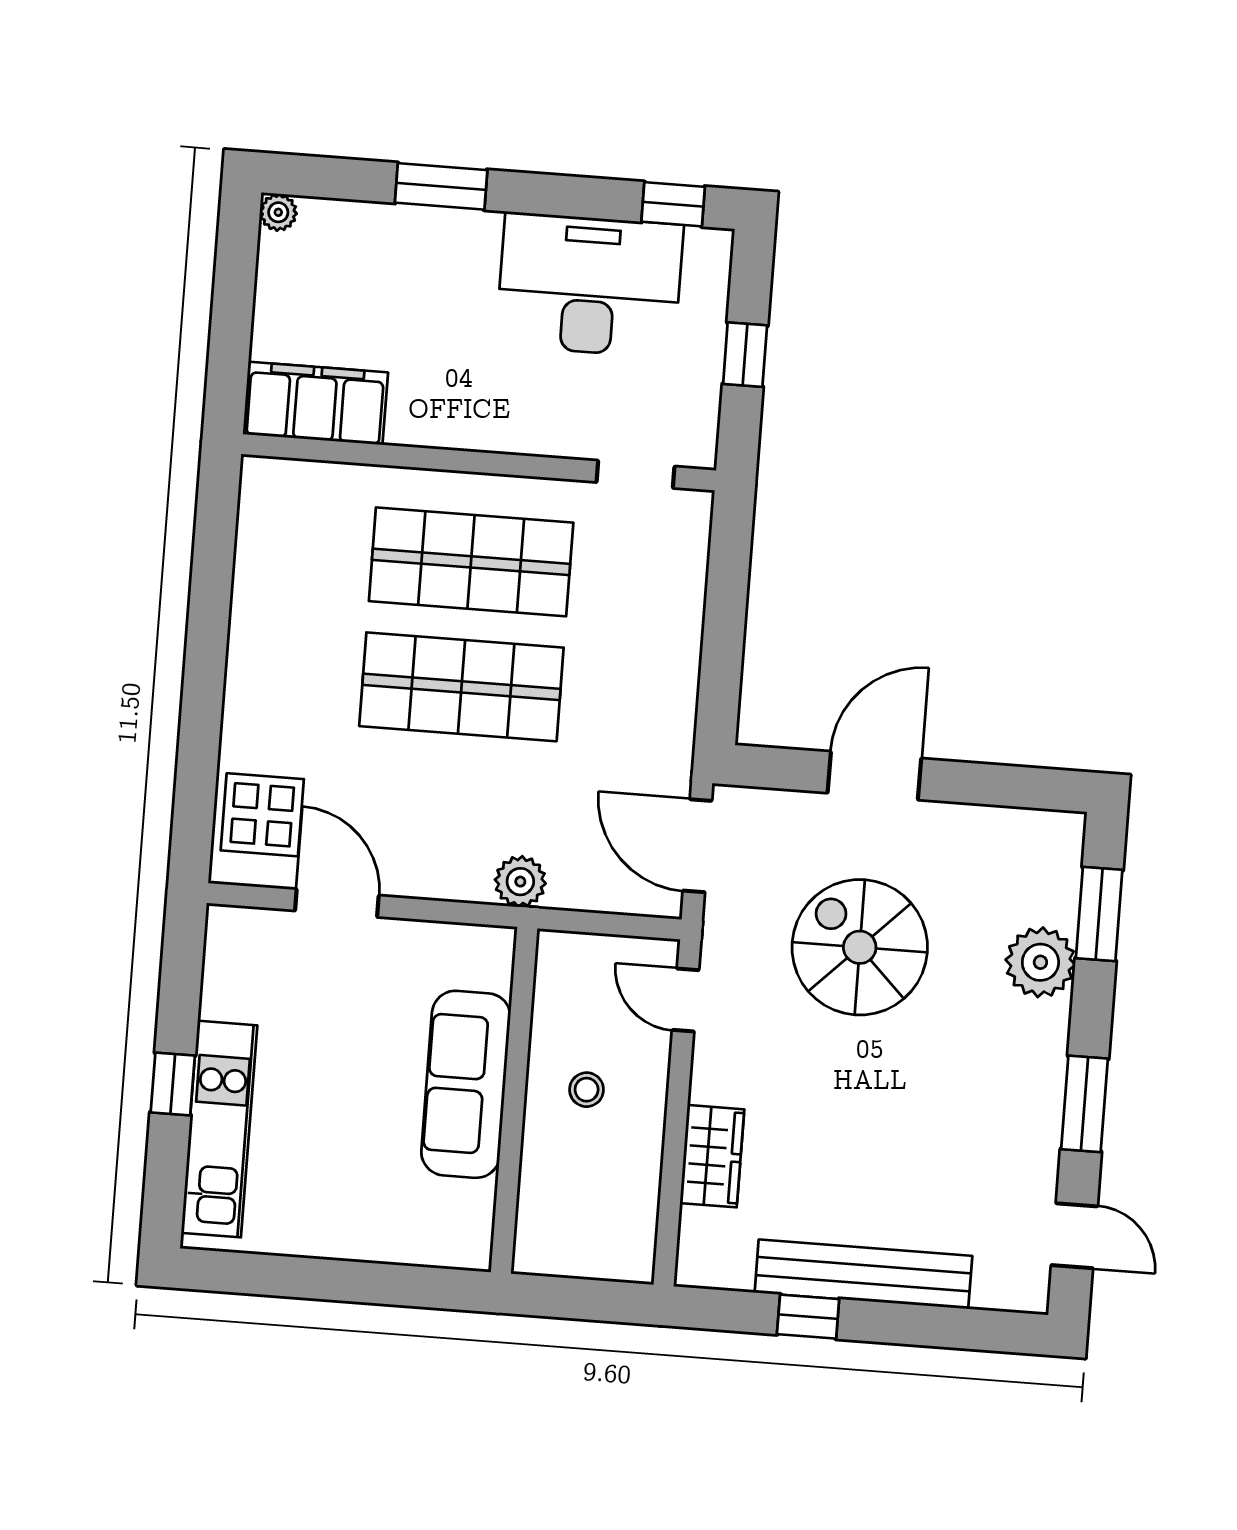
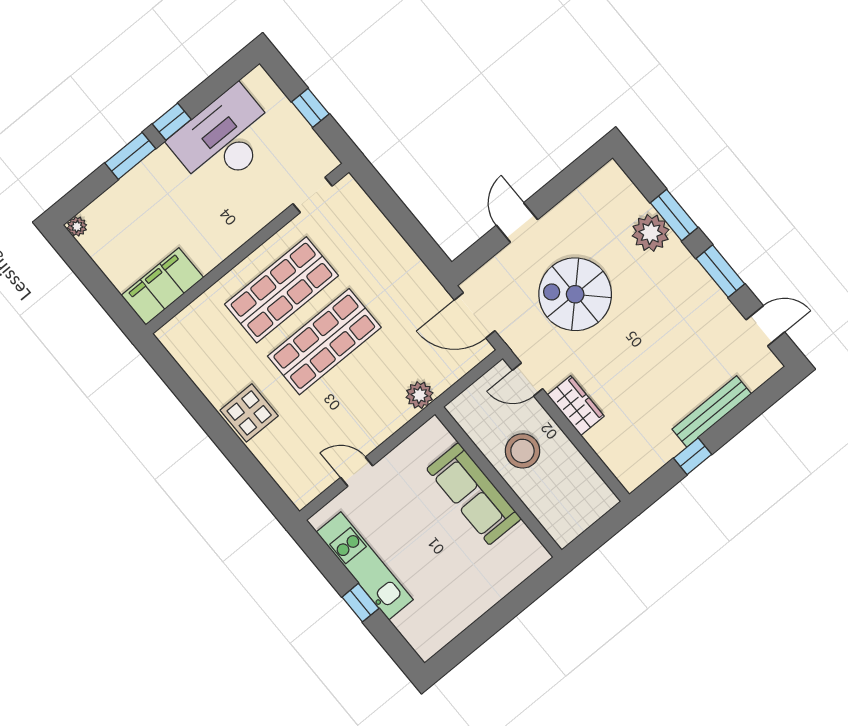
window: (673, 204) -> (172, 122), moved
door: (874, 776) -> (517, 222), width x0.73
display table: (262, 815) -> (249, 413), moved
door: (337, 903) -> (357, 472), width x0.73
window: (1099, 914) -> (674, 215), moved
stool: (587, 1090) -> (522, 451), width x1.89, depth x1.89
kitchen unit: (219, 1129) -> (365, 566), moved
wardrobe: (712, 1156) -> (576, 406), moved
bench: (863, 1274) -> (712, 411), width x0.73, depth x0.82

